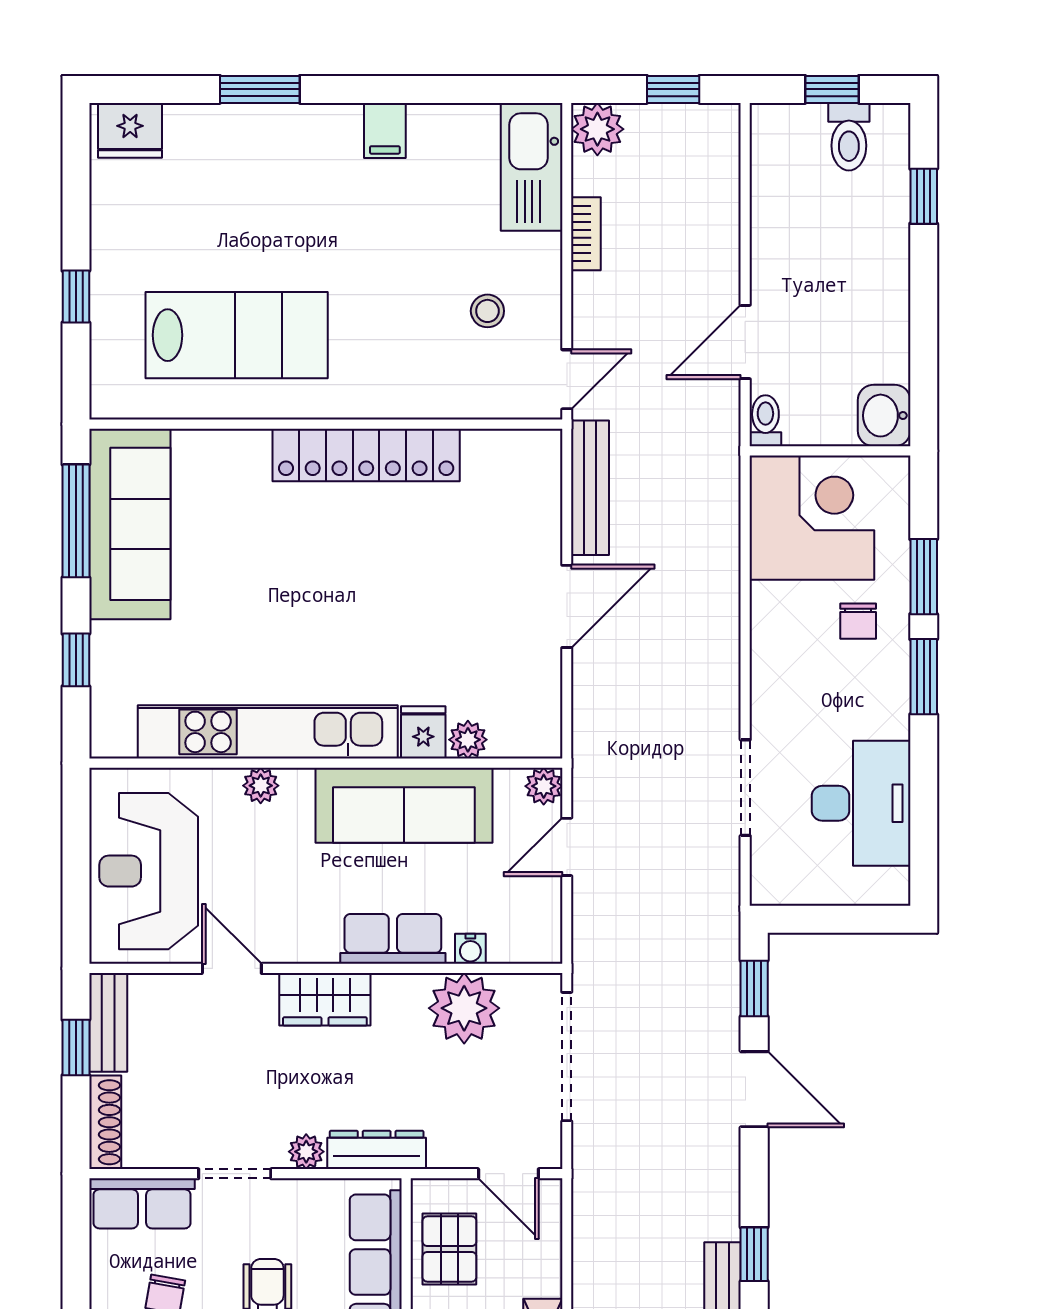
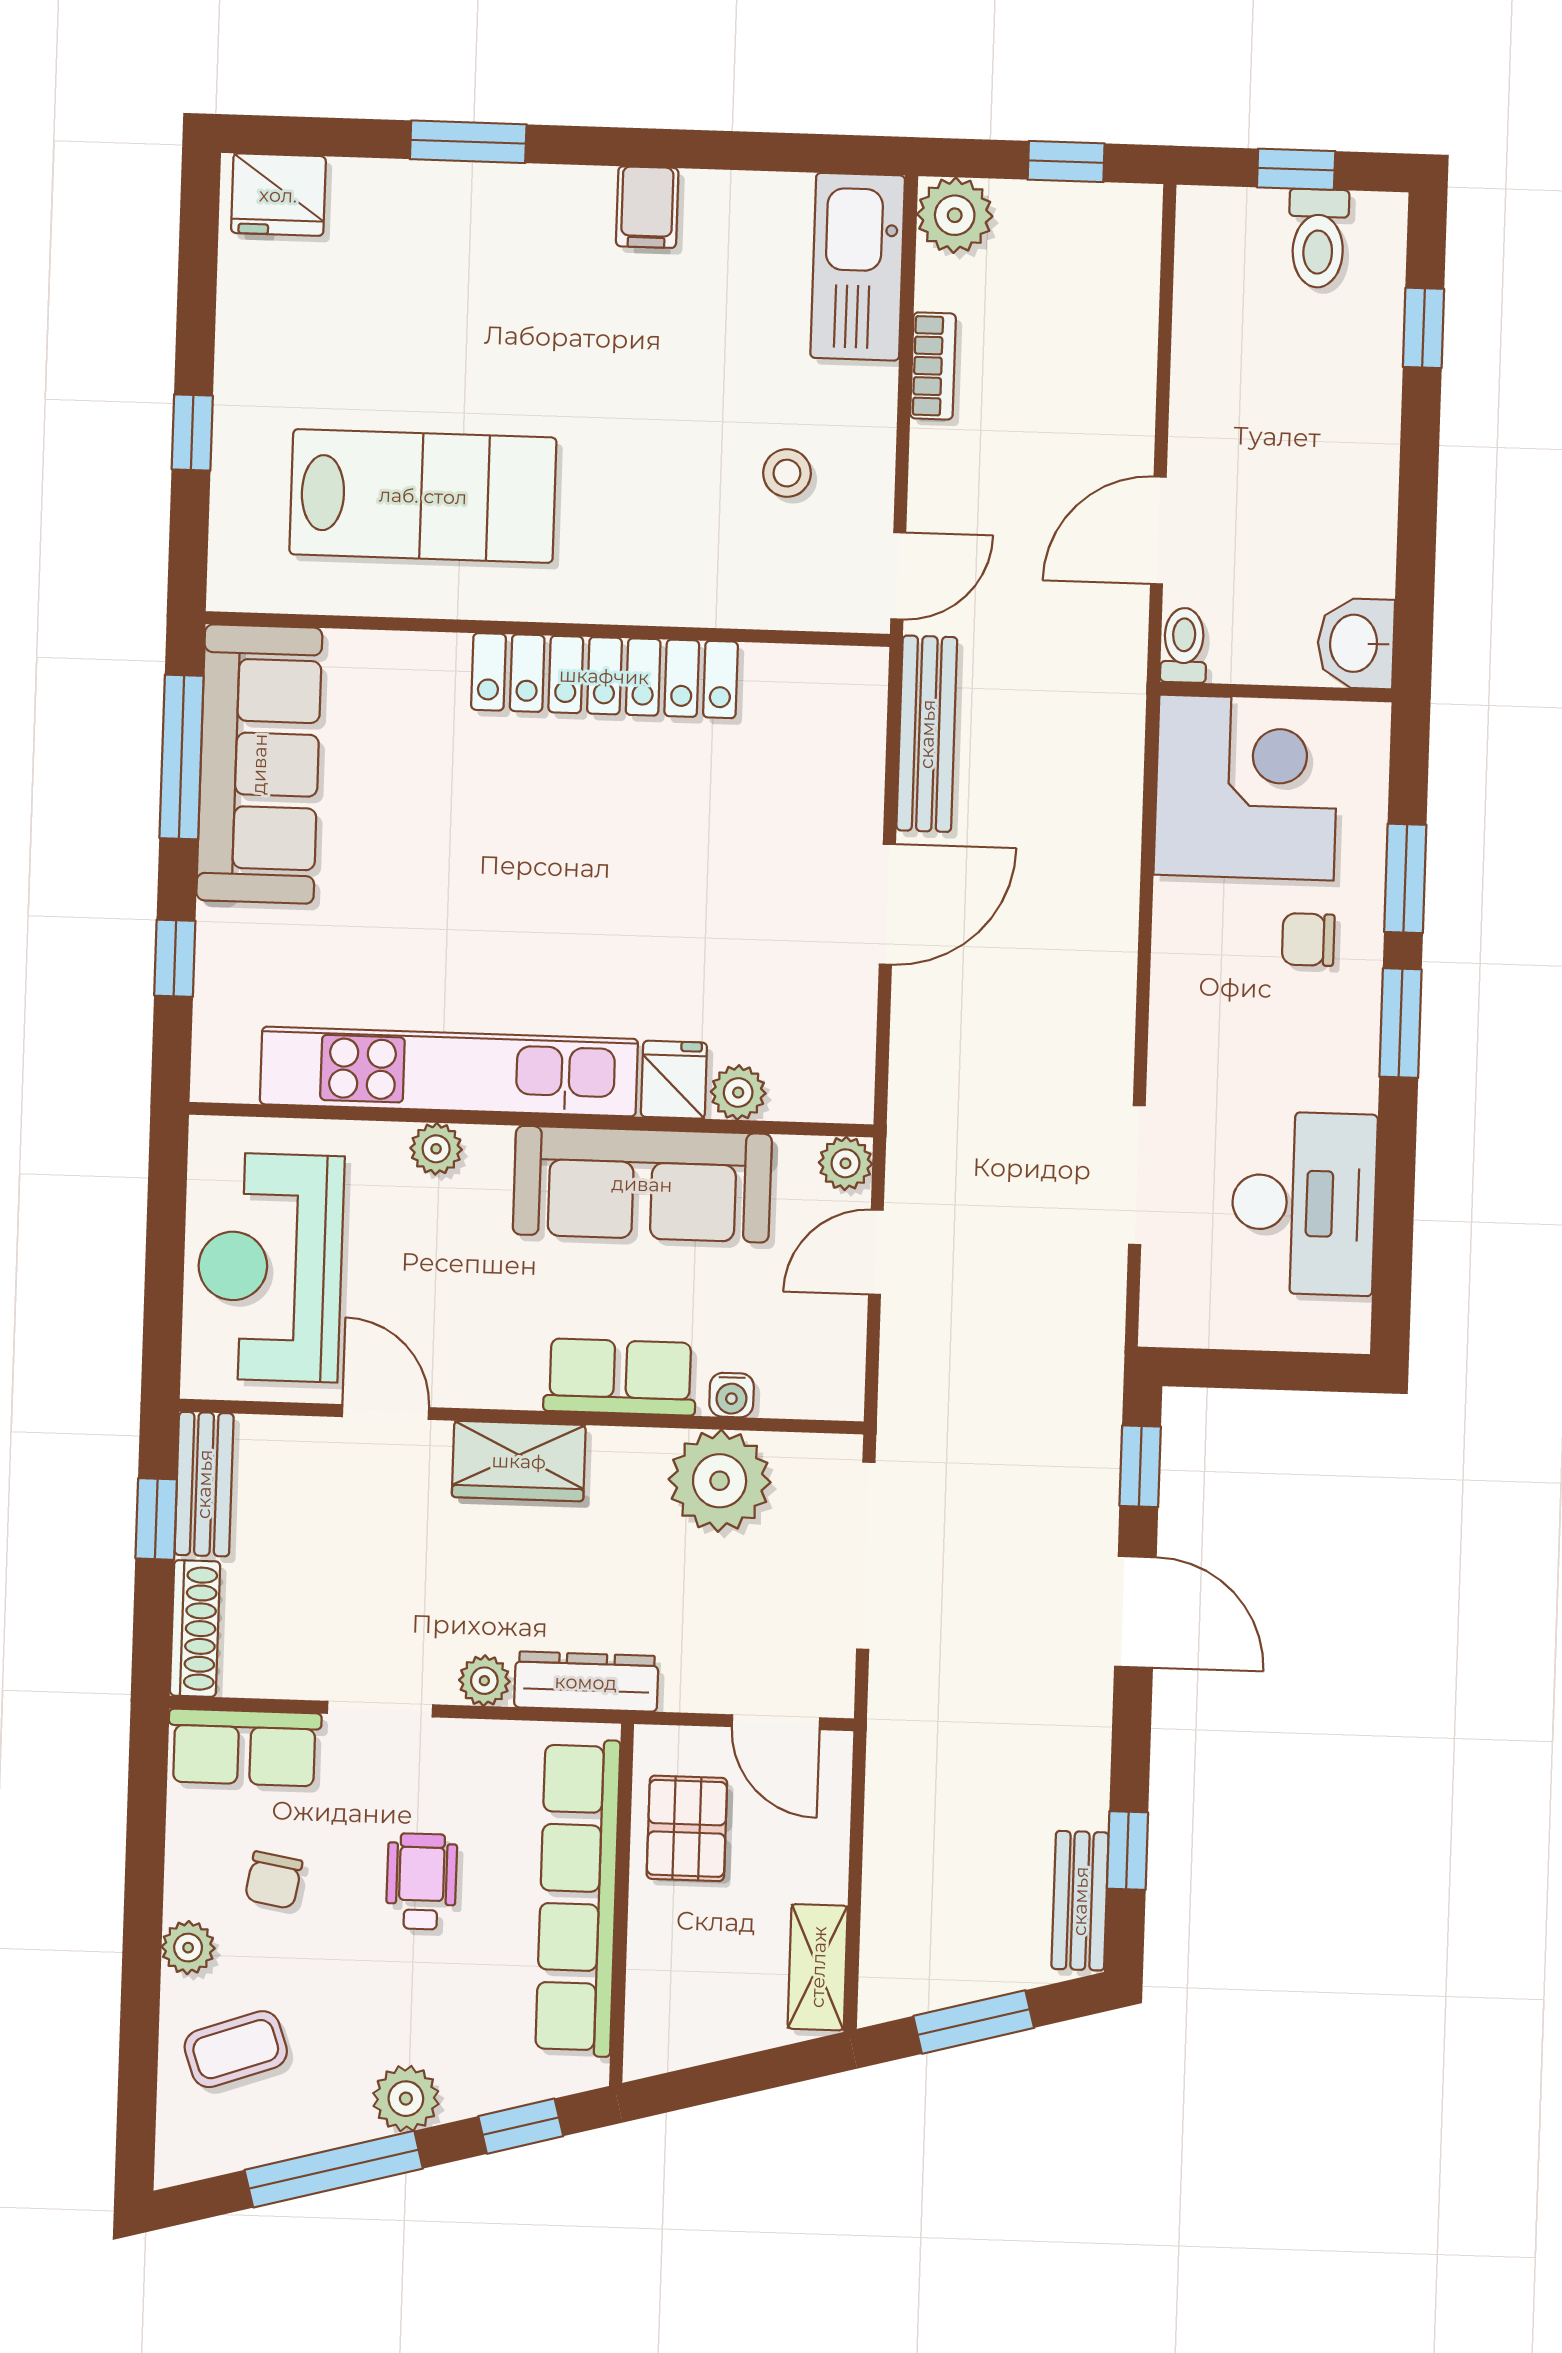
chair: (858, 621) -> (1308, 940), turned 90

